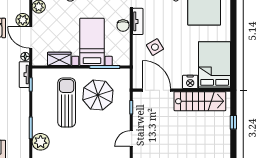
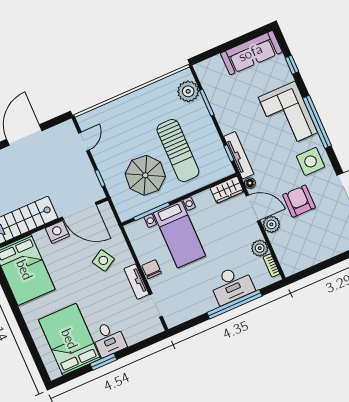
wardrobe: (59, 59) -> (227, 190), moved
tv unit: (24, 75) -> (239, 155), width x1.41
nightstand: (190, 82) -> (57, 232), moved

